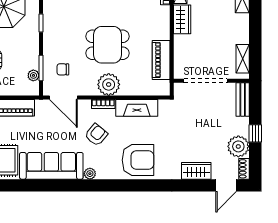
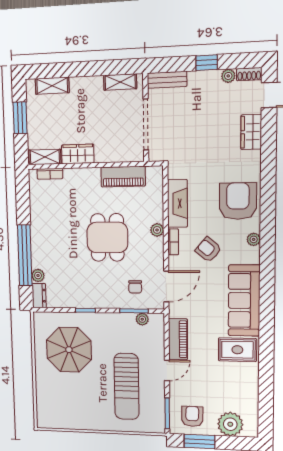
plant: (109, 84) -> (157, 230), width x0.53, depth x0.53
plant: (238, 146) -> (228, 76), width x0.53, depth x0.53
plant: (90, 174) -> (254, 239), moved

